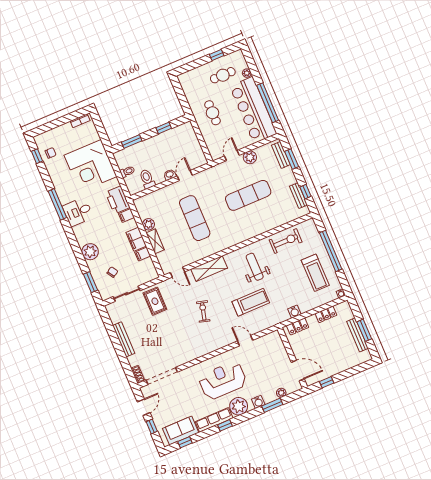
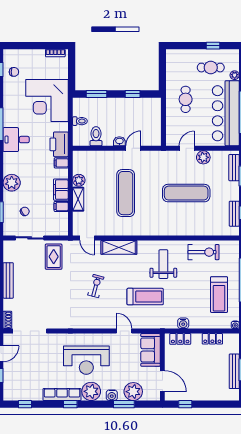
reception desk: (223, 380) -> (86, 360), turned 180
plant: (281, 393) -> (133, 392), width x1.87, depth x1.87
sofa: (181, 431) -> (150, 350), moved, turned -90

